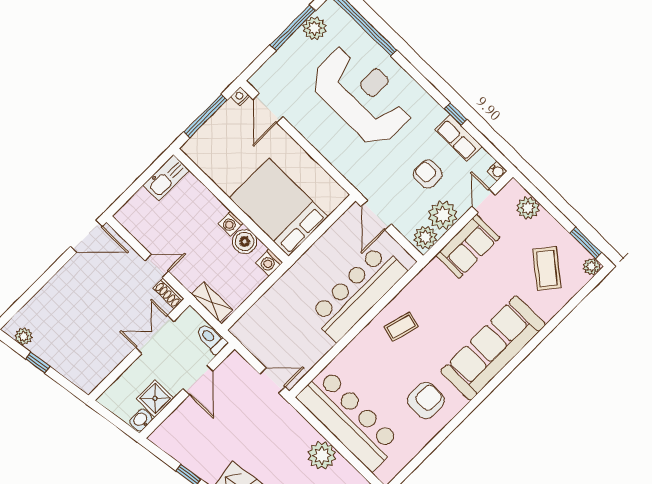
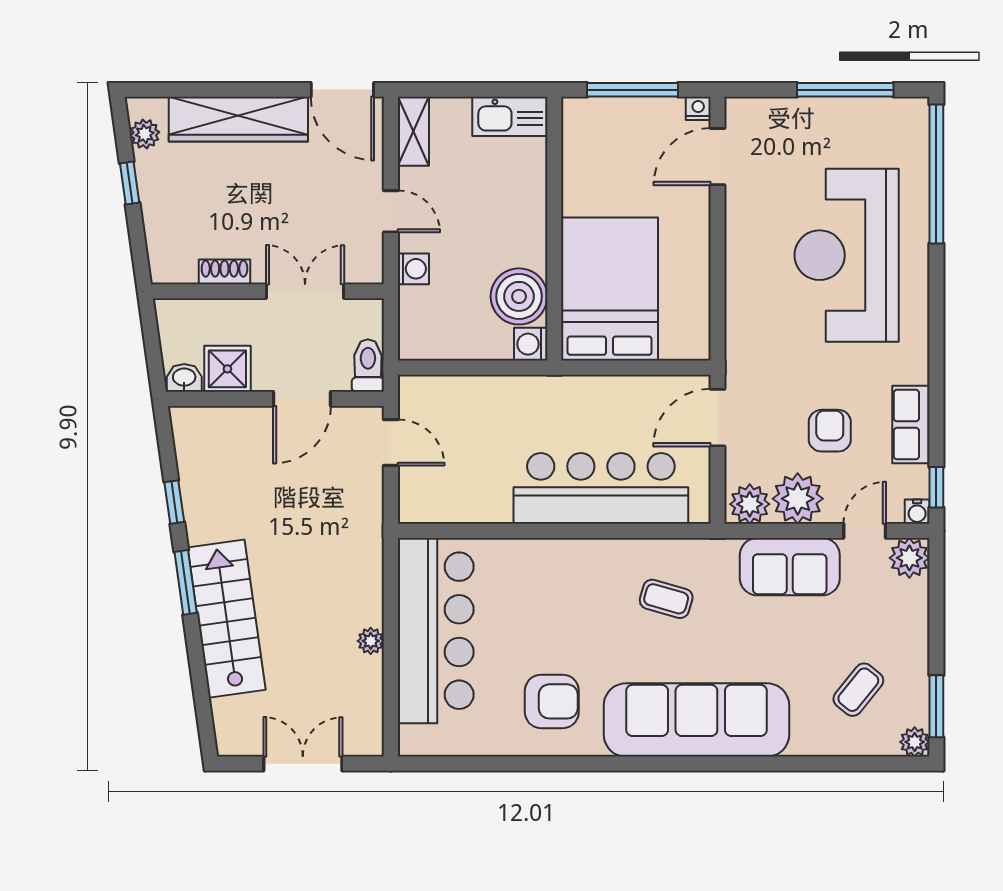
plant: (315, 28) -> (871, 117), removed
reception desk: (362, 95) -> (847, 255), turned 180
window: (455, 114) -> (936, 487), moved
plant: (528, 208) -> (909, 558), moved
washing machine: (231, 223) -> (413, 269), moved, turned 180
boiler: (245, 242) -> (519, 296), width x1.37, depth x1.37
coffee table: (547, 268) -> (858, 690), width x0.73, depth x0.77
wardrobe: (56, 291) -> (238, 119), added
shoe rack: (168, 293) -> (224, 272), moved, turned 90
shelving: (212, 302) -> (413, 131), moved
coffee table: (401, 327) -> (666, 599), moved
door: (272, 380) -> (391, 443), moved
plant: (322, 455) -> (371, 641), width x0.53, depth x0.53

